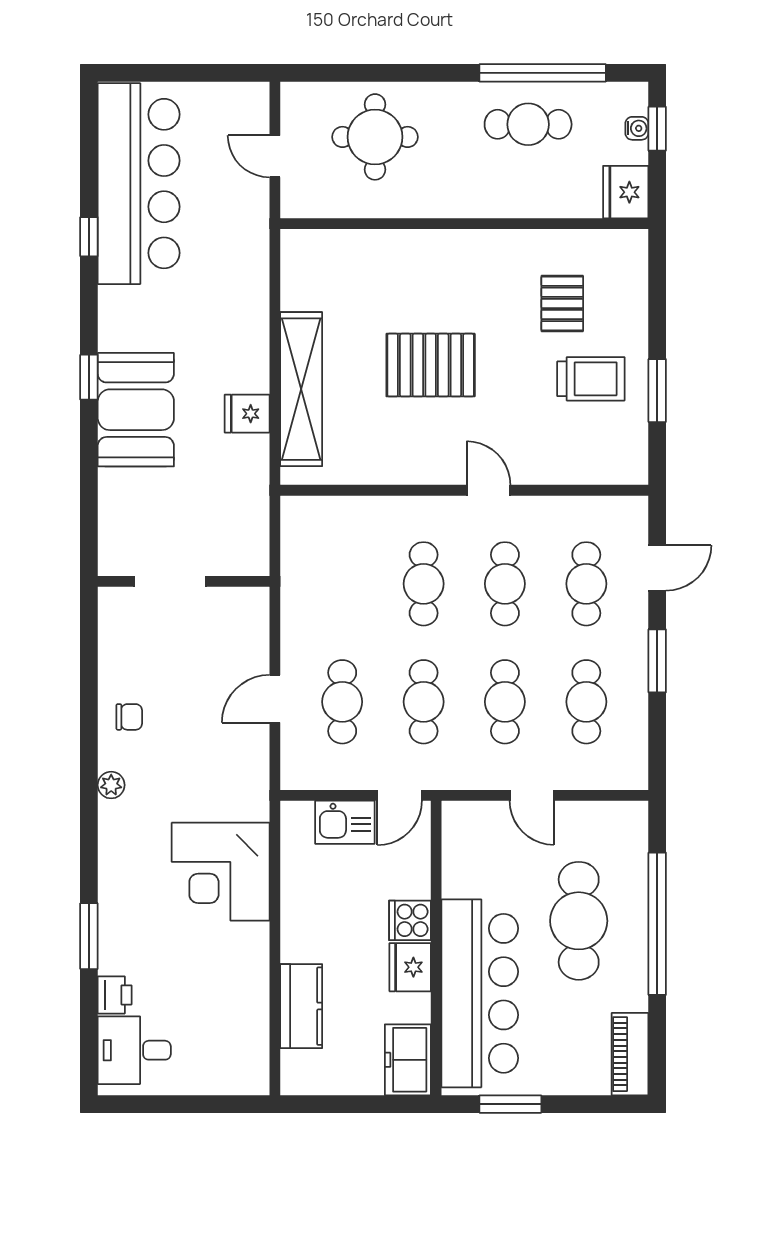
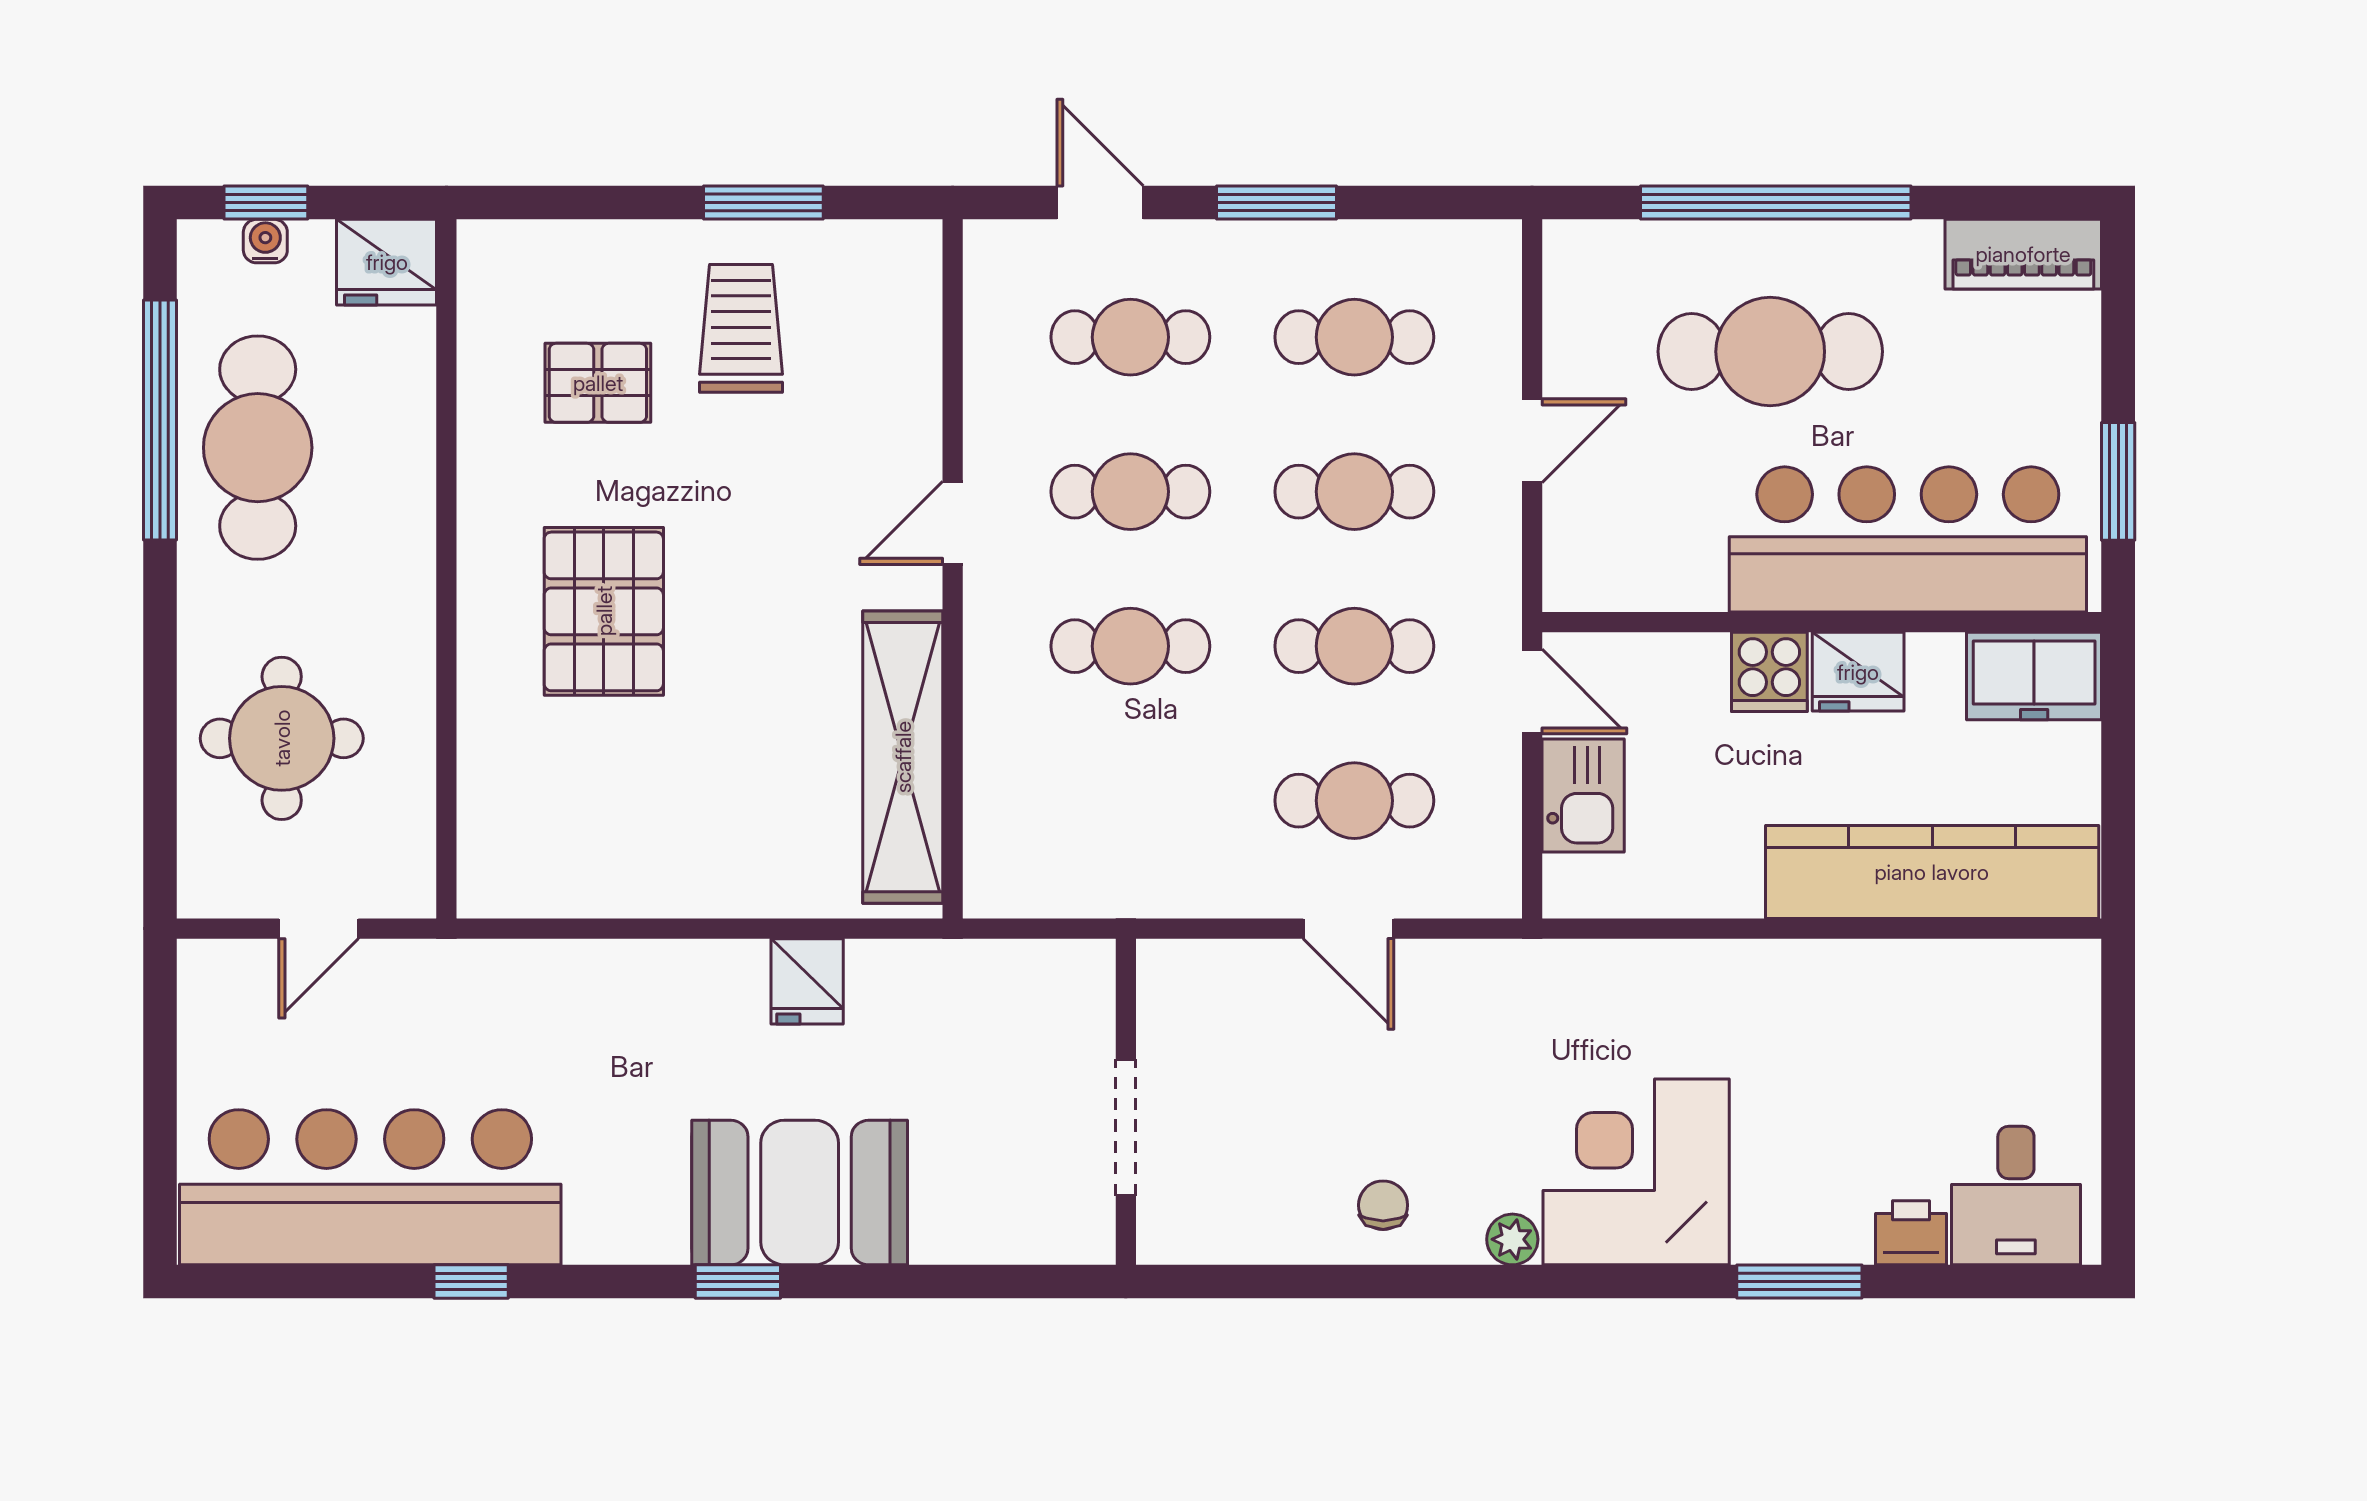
cafe table: (528, 124) -> (258, 448), width x1.37, depth x1.35
pallet: (431, 365) -> (604, 611), moved
shelving: (301, 389) -> (903, 757), moved, turned 90
corner desk: (221, 872) -> (1636, 1172), moved, turned 180
kitchen counter: (301, 1006) -> (1932, 872), width x2.08, depth x1.17

